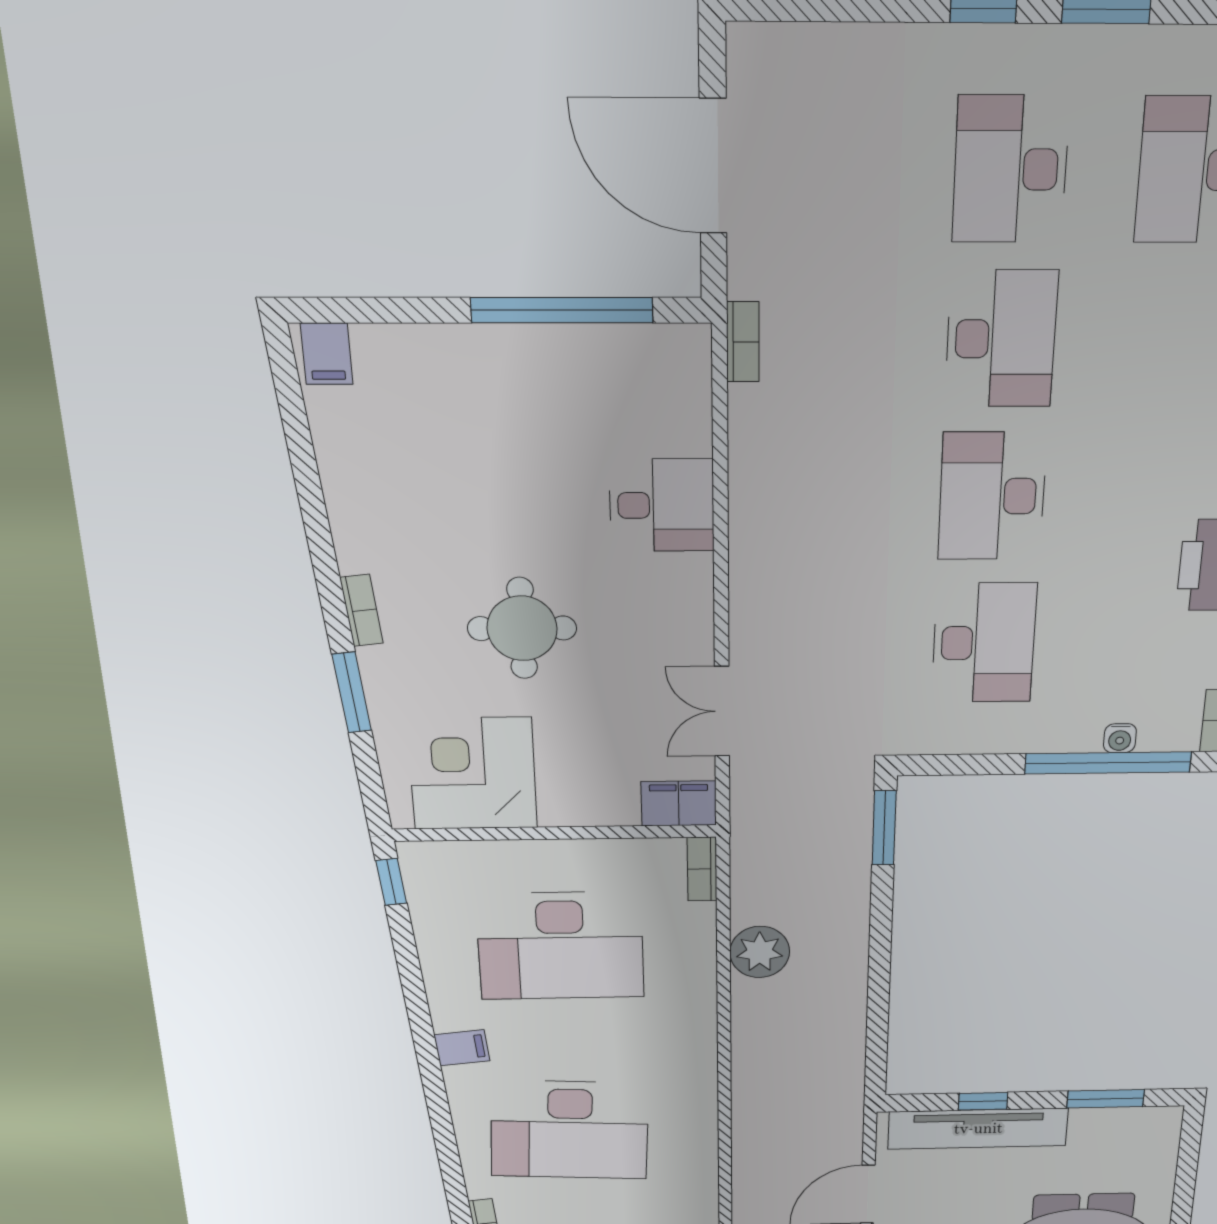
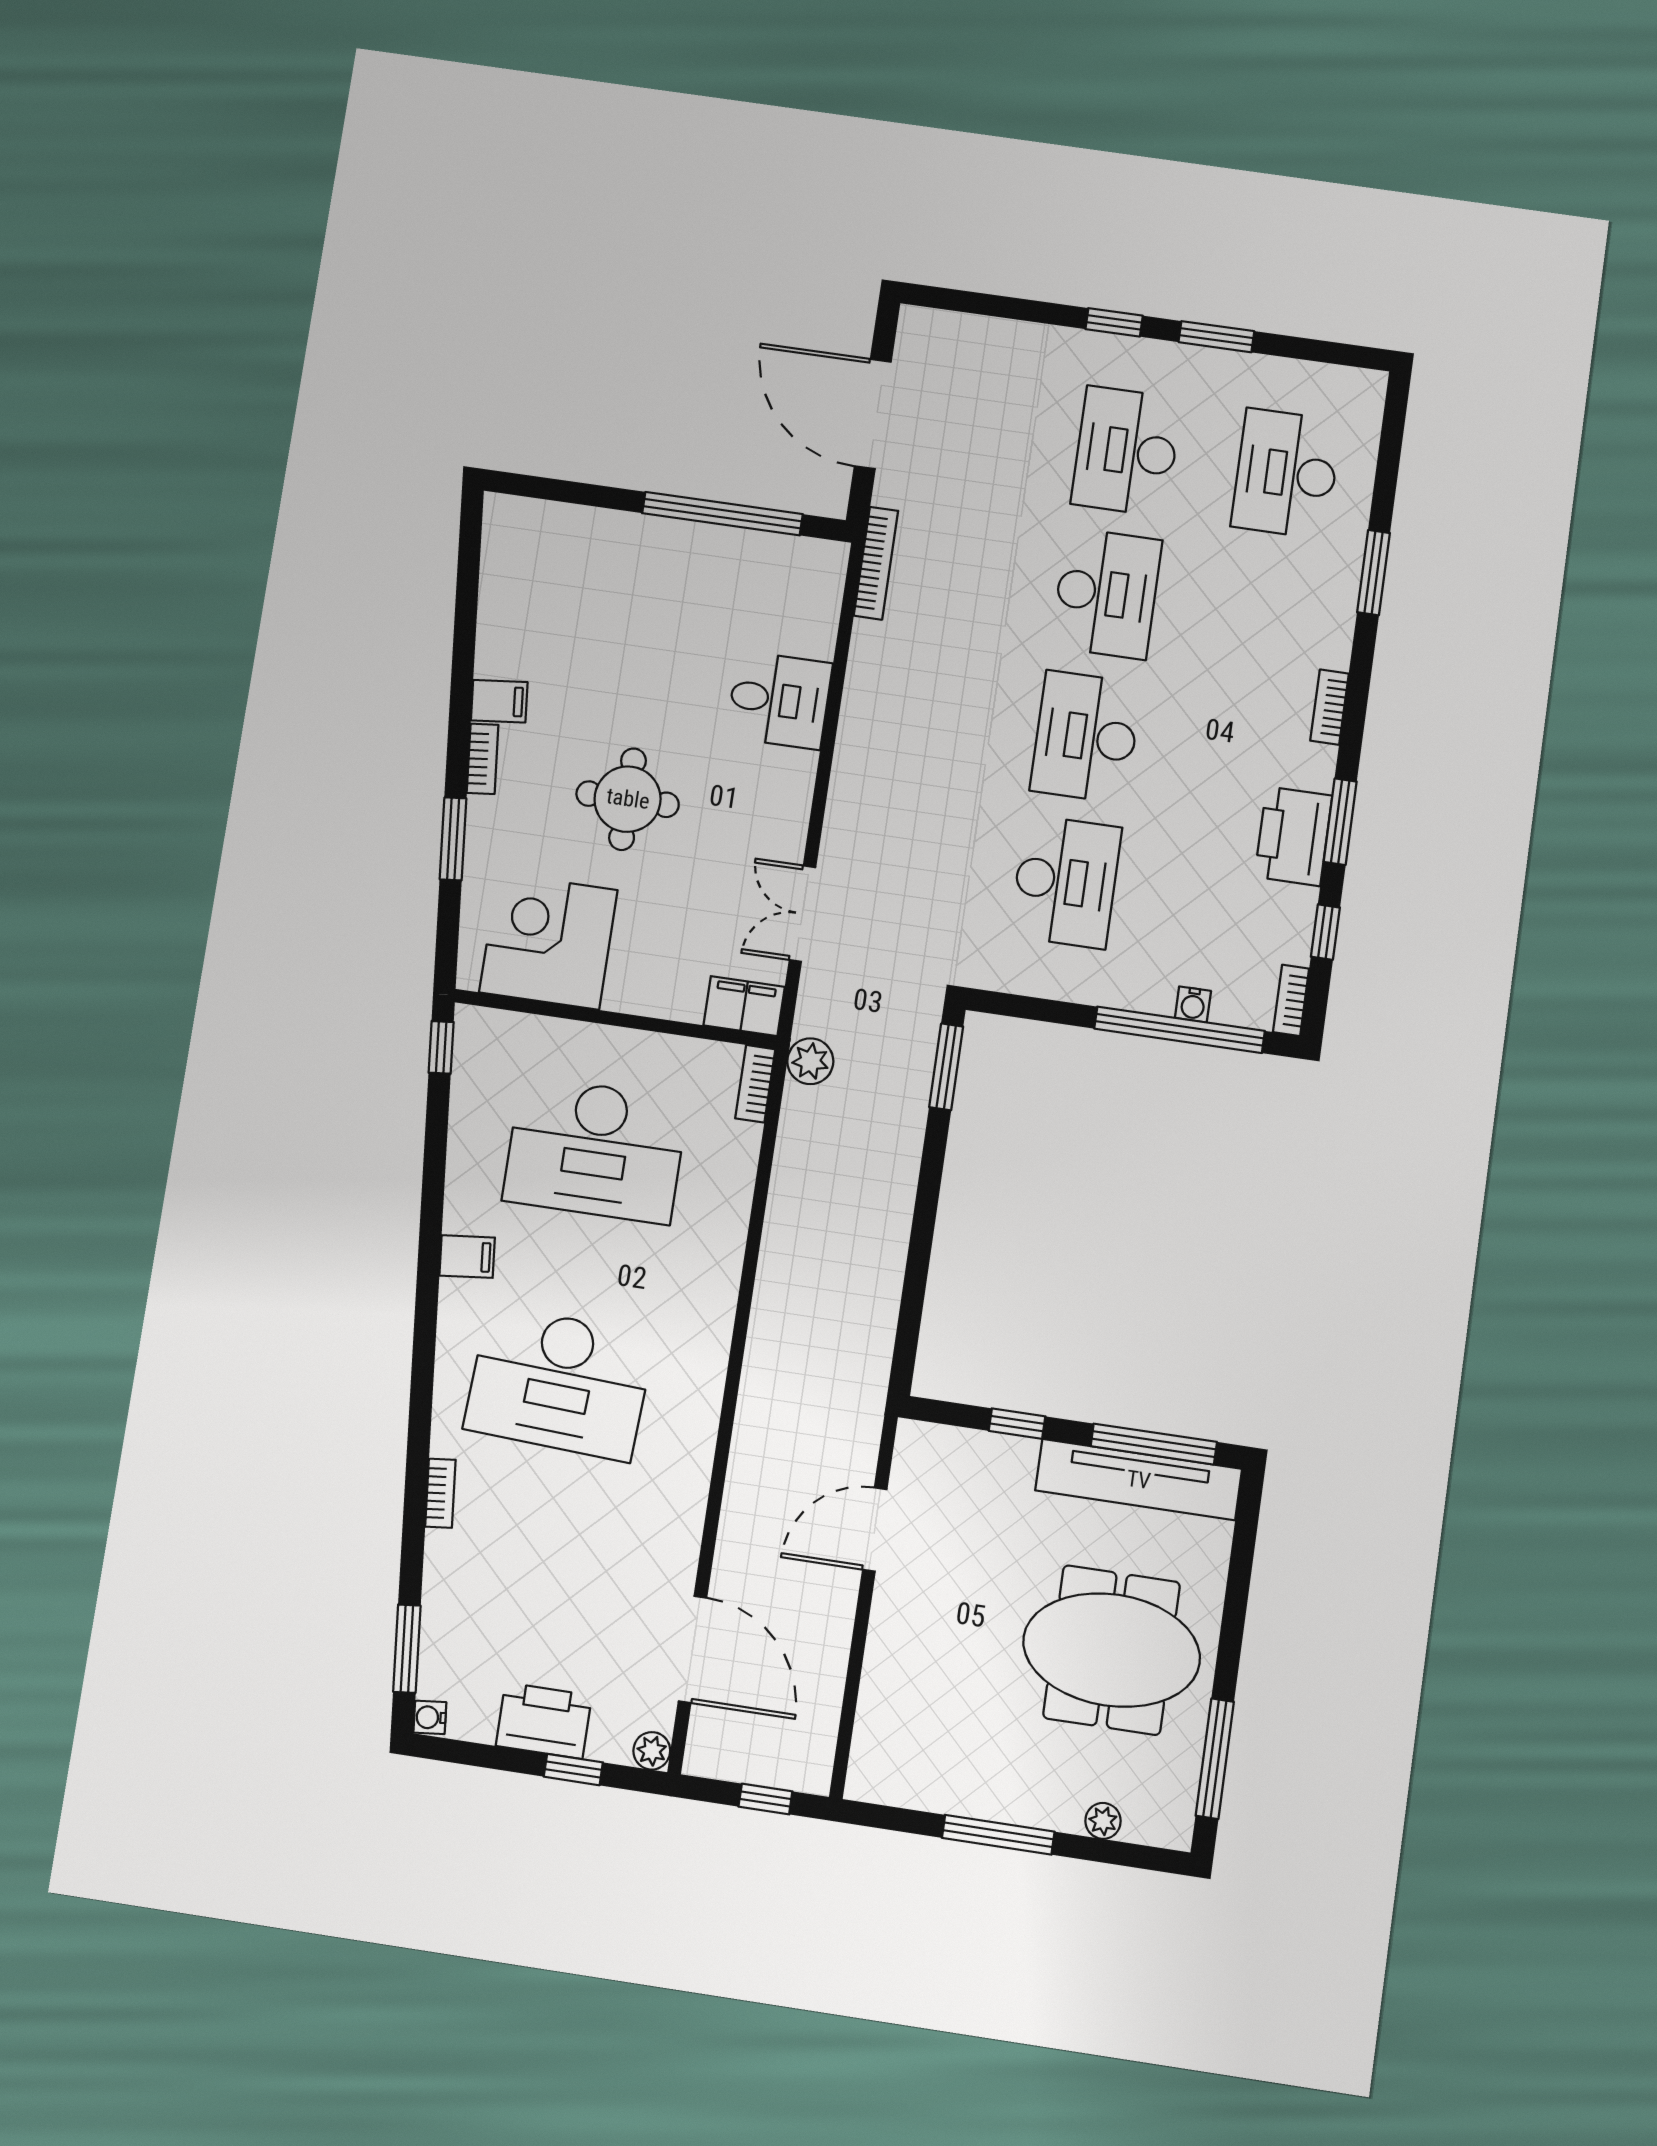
bookcase: (743, 342) -> (876, 563), width x1.56
filing cabinet: (327, 354) -> (499, 701), moved, turned -96
plant: (760, 952) -> (810, 1061), moved, width x0.73, depth x0.73
window: (1106, 1099) -> (1154, 1444), width x1.44
tv unit: (978, 1129) -> (1139, 1480), moved

